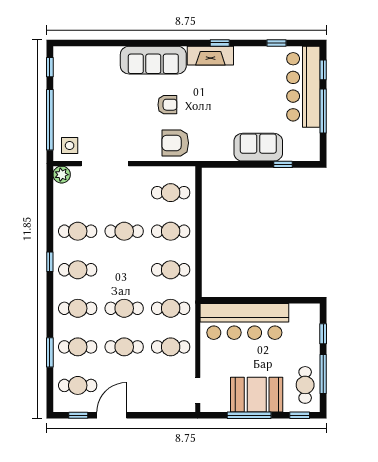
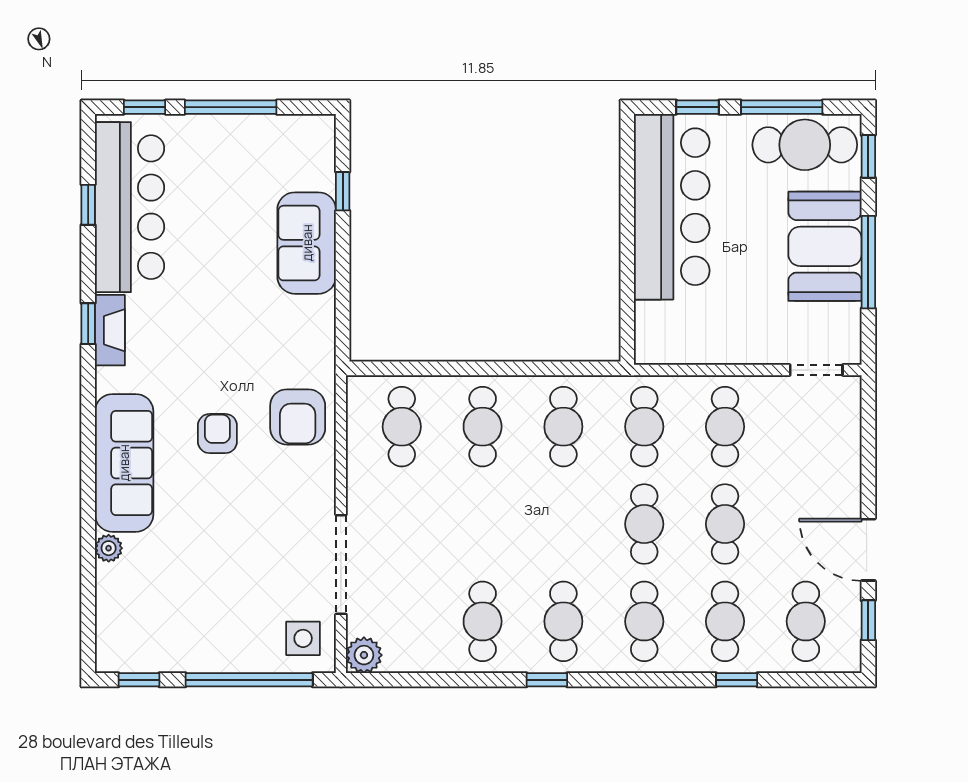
plant: (113, 53) -> (109, 548), added
fireplace: (210, 56) -> (110, 330), width x0.73, depth x0.76
bar counter: (303, 87) -> (130, 207), moved, turned -90
cafe table: (124, 231) -> (483, 524), removed
bar counter: (244, 321) -> (672, 207), moved
window: (50, 352) -> (737, 680), width x0.67
cafe table: (305, 385) -> (805, 145), width x1.37, depth x1.35

